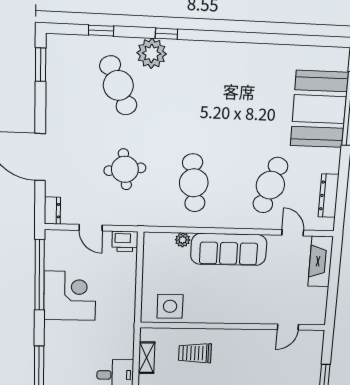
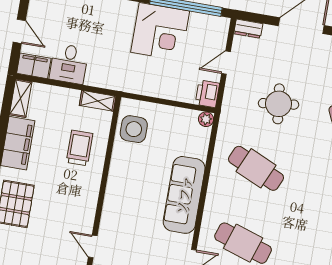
cafe table: (194, 183) -> (256, 168), turned 30
plant: (183, 240) -> (206, 119), moved
shelving: (147, 358) -> (98, 101), moved

